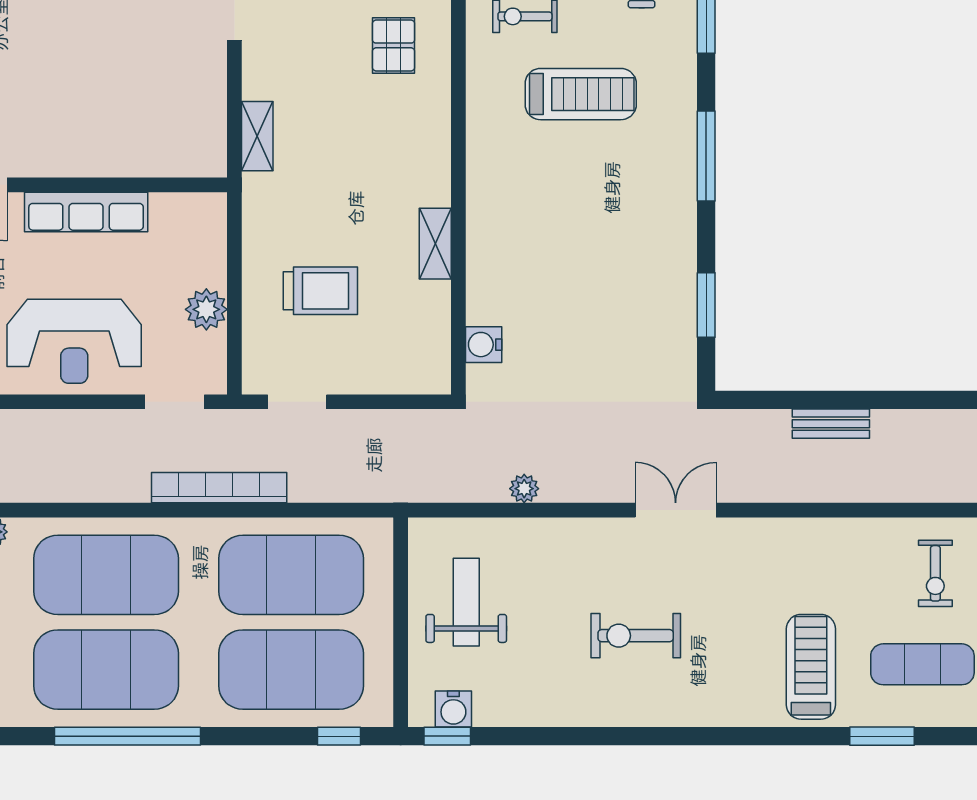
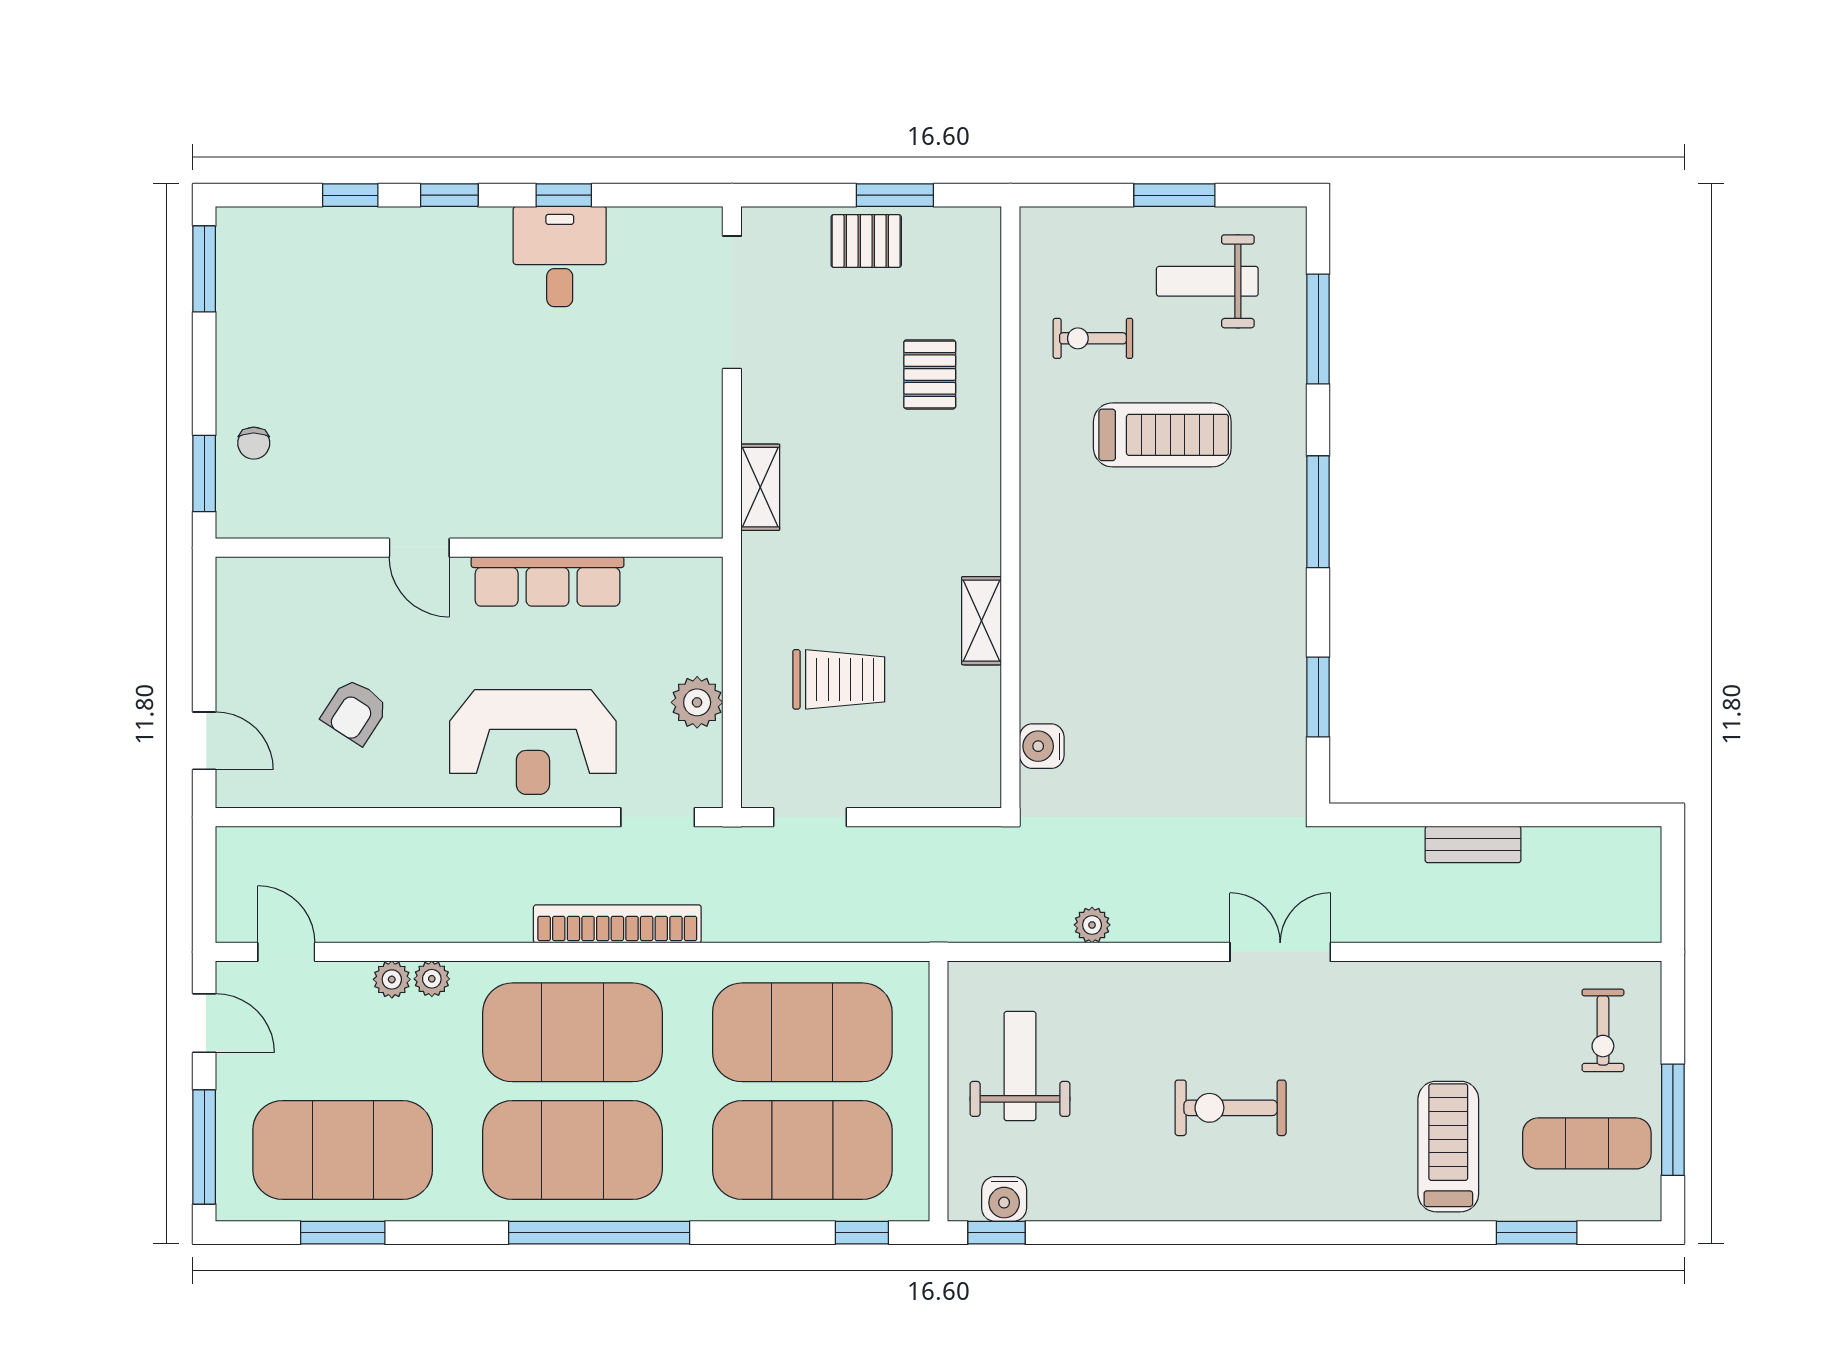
bookcase: (219, 488) -> (617, 924), moved

